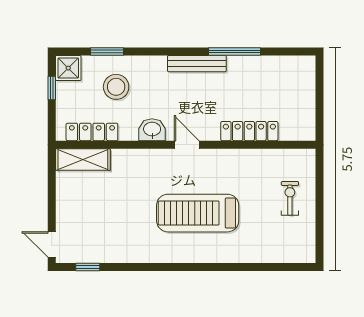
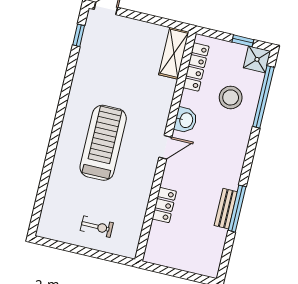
window: (107, 52) -> (263, 97), width x2.11
bench: (197, 64) -> (226, 209), moved, width x0.73
locker: (249, 131) -> (164, 205), width x0.66

